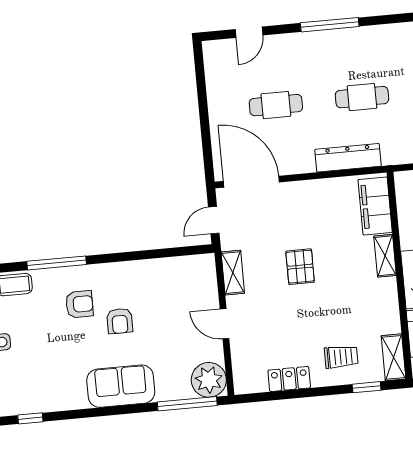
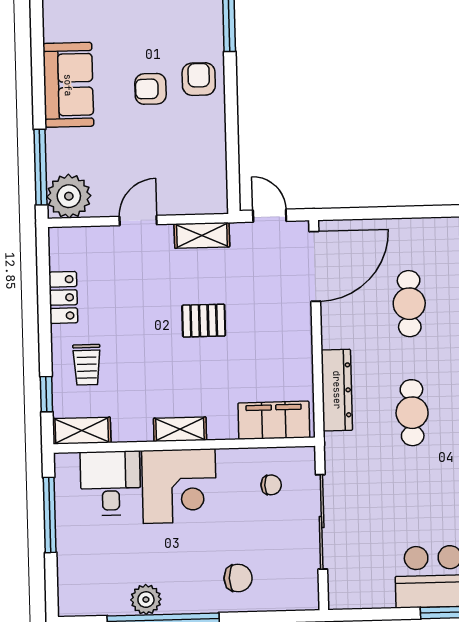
shelving: (385, 256) -> (180, 429), moved
armchair: (79, 304) -> (199, 79), moved, turned 180

